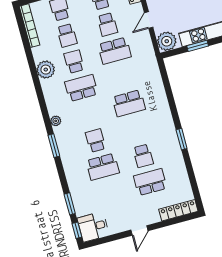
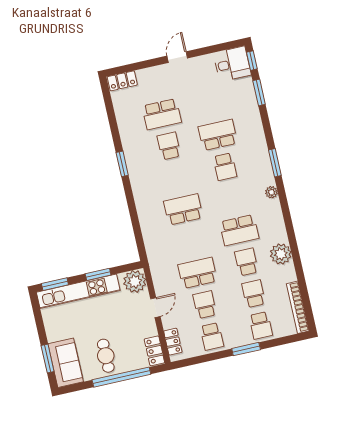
school desk: (74, 62) -> (246, 262), turned 180
locker: (178, 210) -> (122, 81), width x0.66

